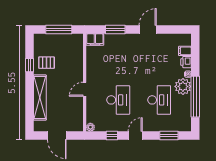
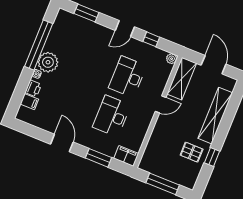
door: (148, 30) -> (62, 143), swing flipped
desk: (159, 100) -> (112, 116), moved
shelving: (77, 115) -> (182, 79), added

